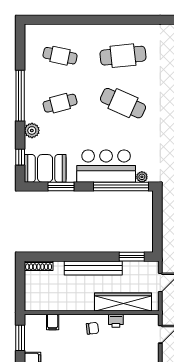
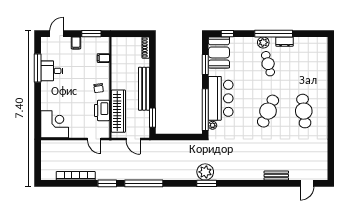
cafe table: (60, 56) -> (304, 64), removed
dresser: (31, 81) -> (285, 42), added
plant: (32, 130) -> (263, 42), moved
printer: (116, 321) -> (102, 110), width x1.87, depth x1.48

